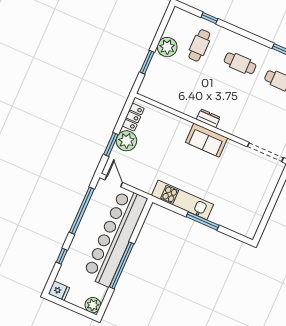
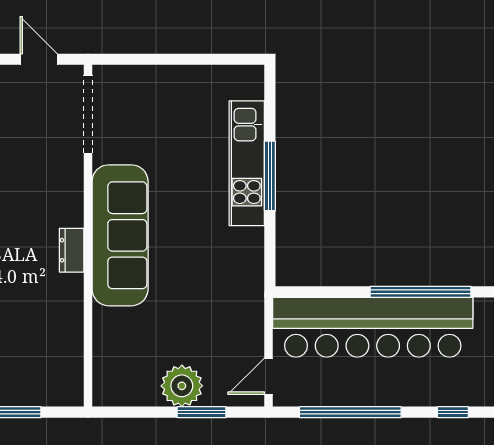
locker: (133, 117) -> (131, 393), removed
sofa: (207, 140) -> (120, 235), width x1.85, depth x1.27
kitchen unit: (182, 200) -> (247, 163), moved

